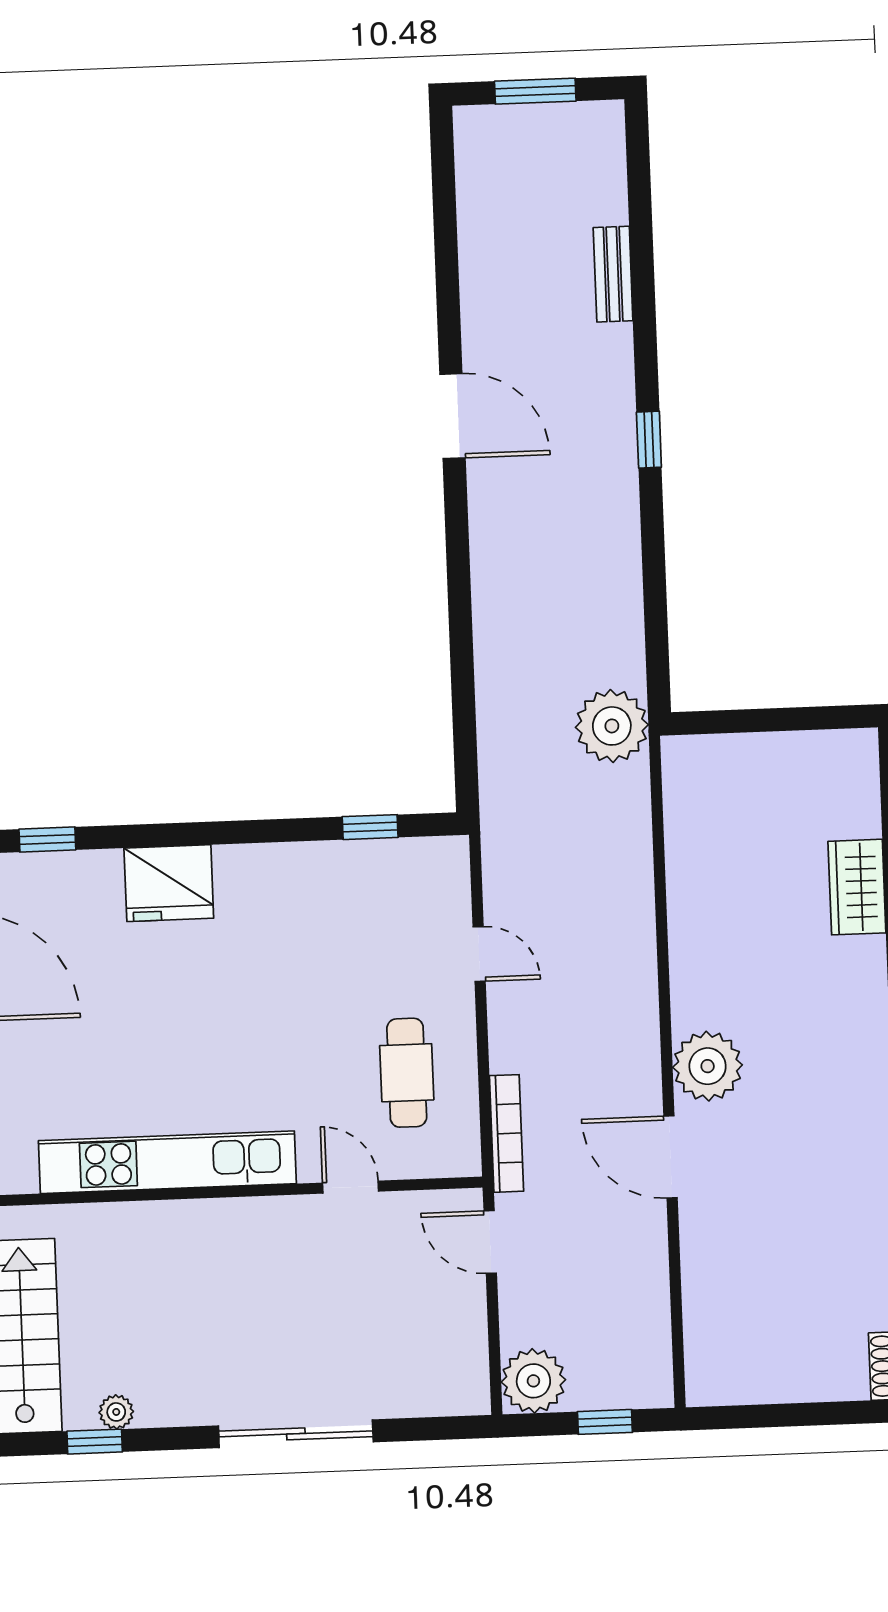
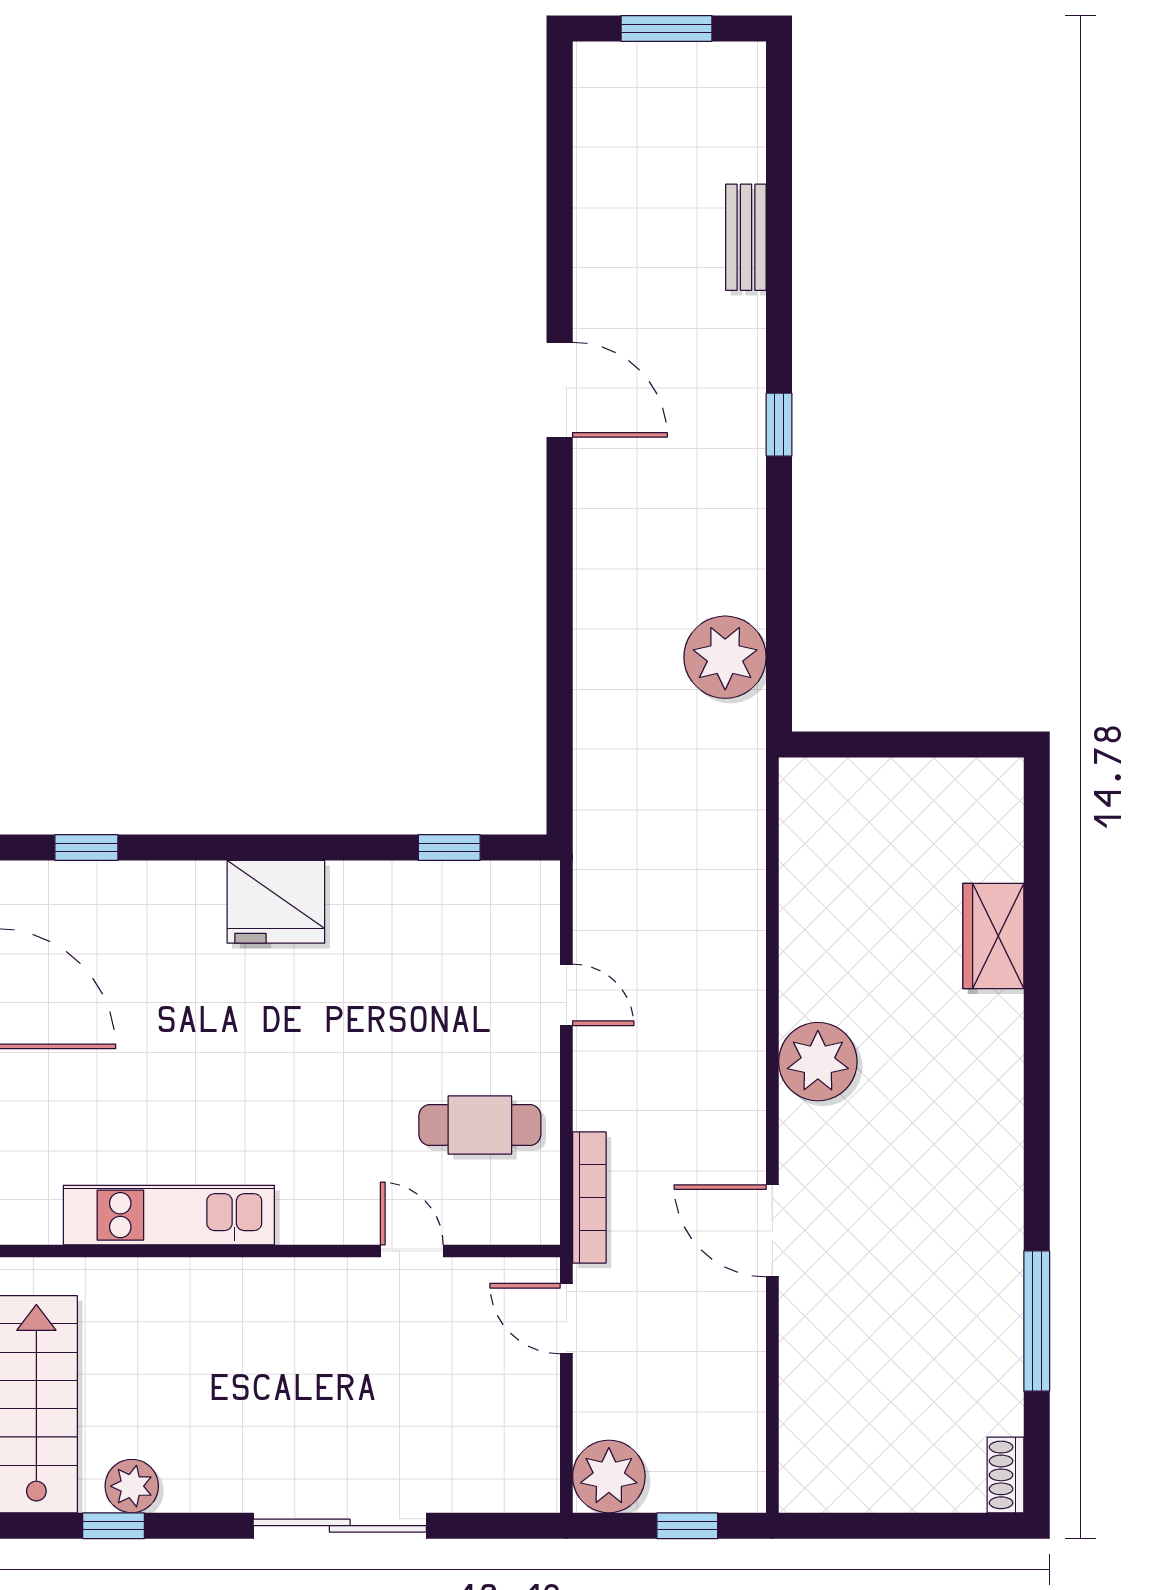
plant: (612, 726) -> (725, 657), moved
fridge: (169, 883) -> (276, 902), moved
plant: (708, 1066) -> (818, 1062), moved
cafe table: (407, 1073) -> (480, 1125), turned 90
kitchen unit: (167, 1162) -> (169, 1215), width x0.73
plant: (116, 1412) -> (132, 1486), width x1.38, depth x1.38

